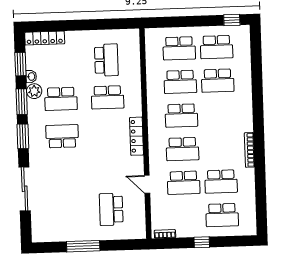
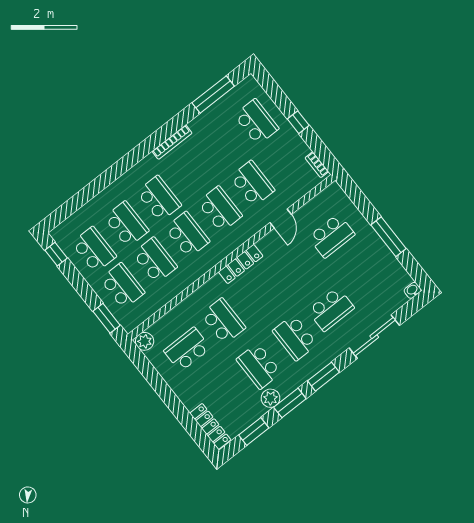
window: (166, 22) -> (107, 318), added
plant: (132, 36) -> (145, 341), added
washbasin: (31, 77) -> (413, 290), moved
school desk: (61, 99) -> (259, 366), turned 180
school desk: (63, 174) -> (331, 309), added
school desk: (221, 181) -> (159, 198), moved
window: (261, 200) -> (213, 94), added

